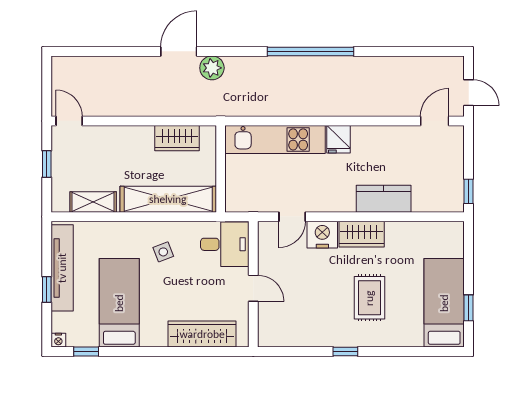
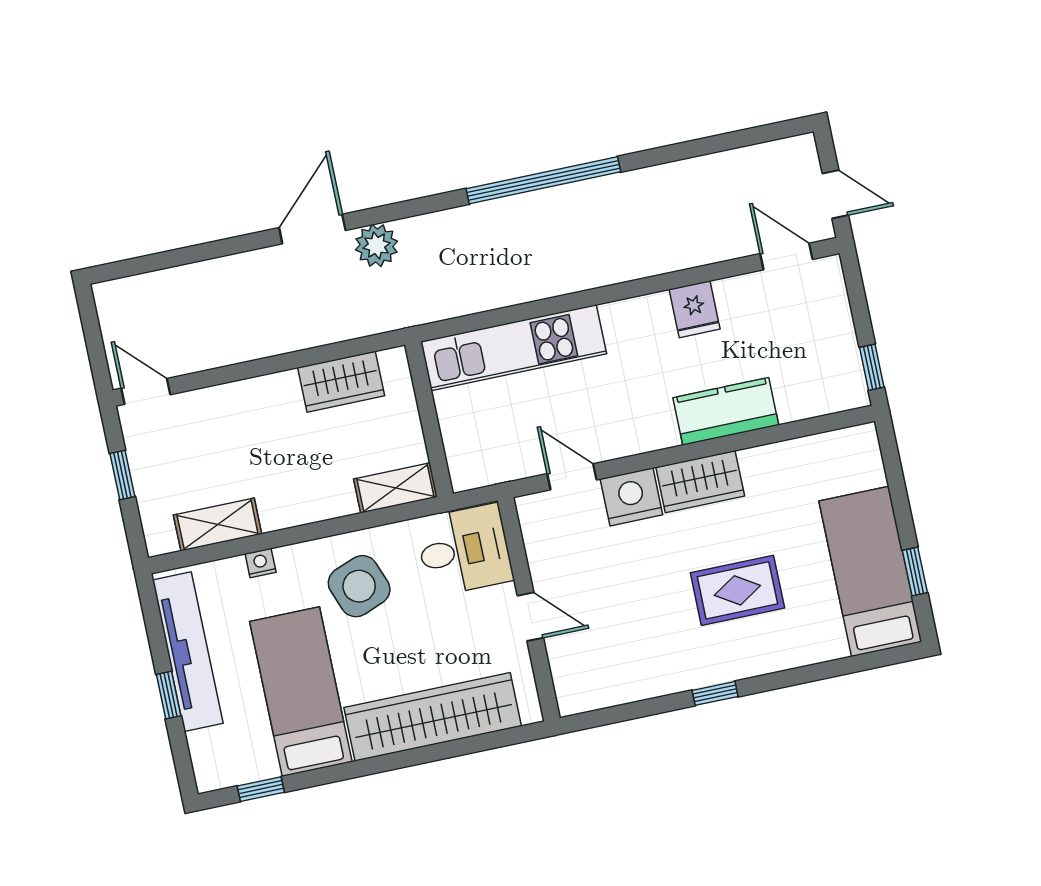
door: (435, 121) -> (786, 256), hinge flipped
fridge: (339, 139) -> (695, 309), moved
shelving: (168, 199) -> (396, 488), width x0.45, depth x0.75
door: (292, 217) -> (572, 477), swing flipped
side table: (163, 252) -> (359, 586), width x1.87, depth x1.87
rug: (369, 298) -> (737, 590), turned 90
wardrobe: (202, 334) -> (433, 717), width x1.40, depth x1.17
nightstand: (58, 340) -> (261, 563), moved, turned 180

